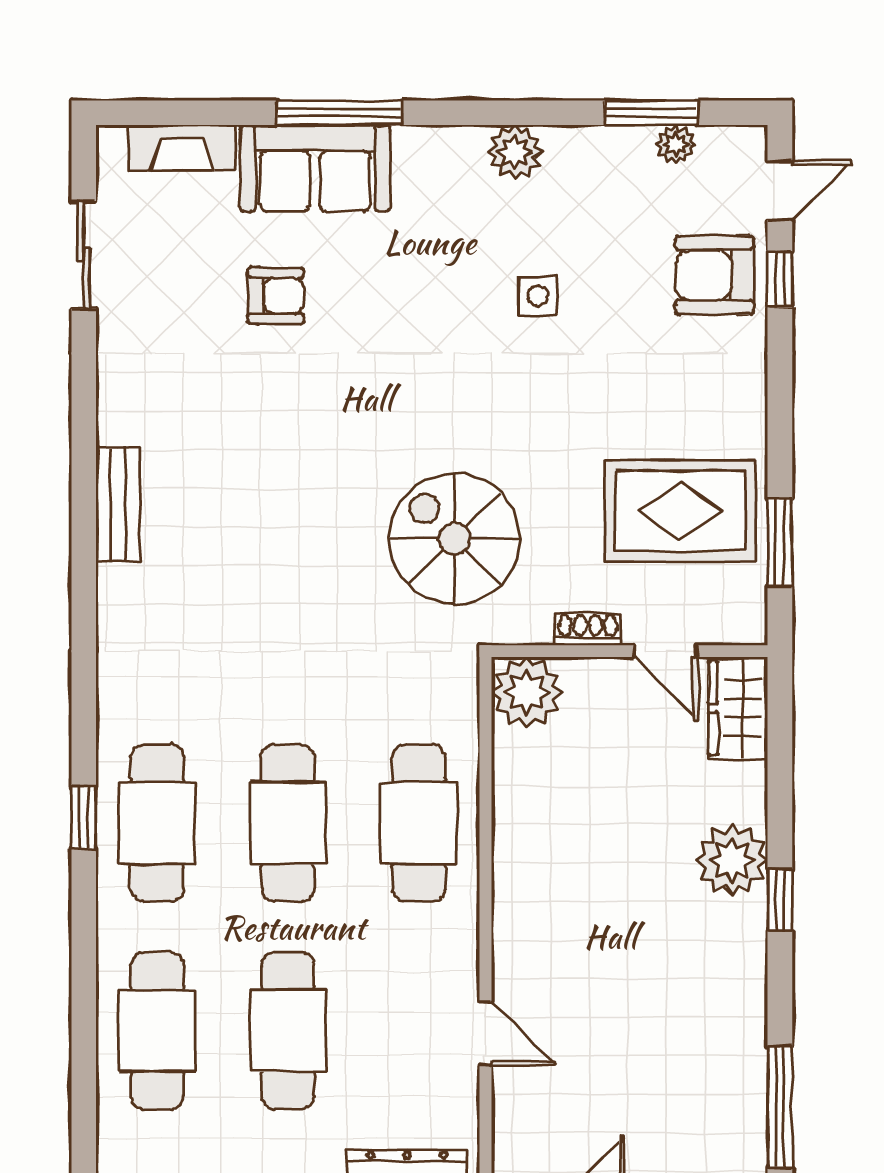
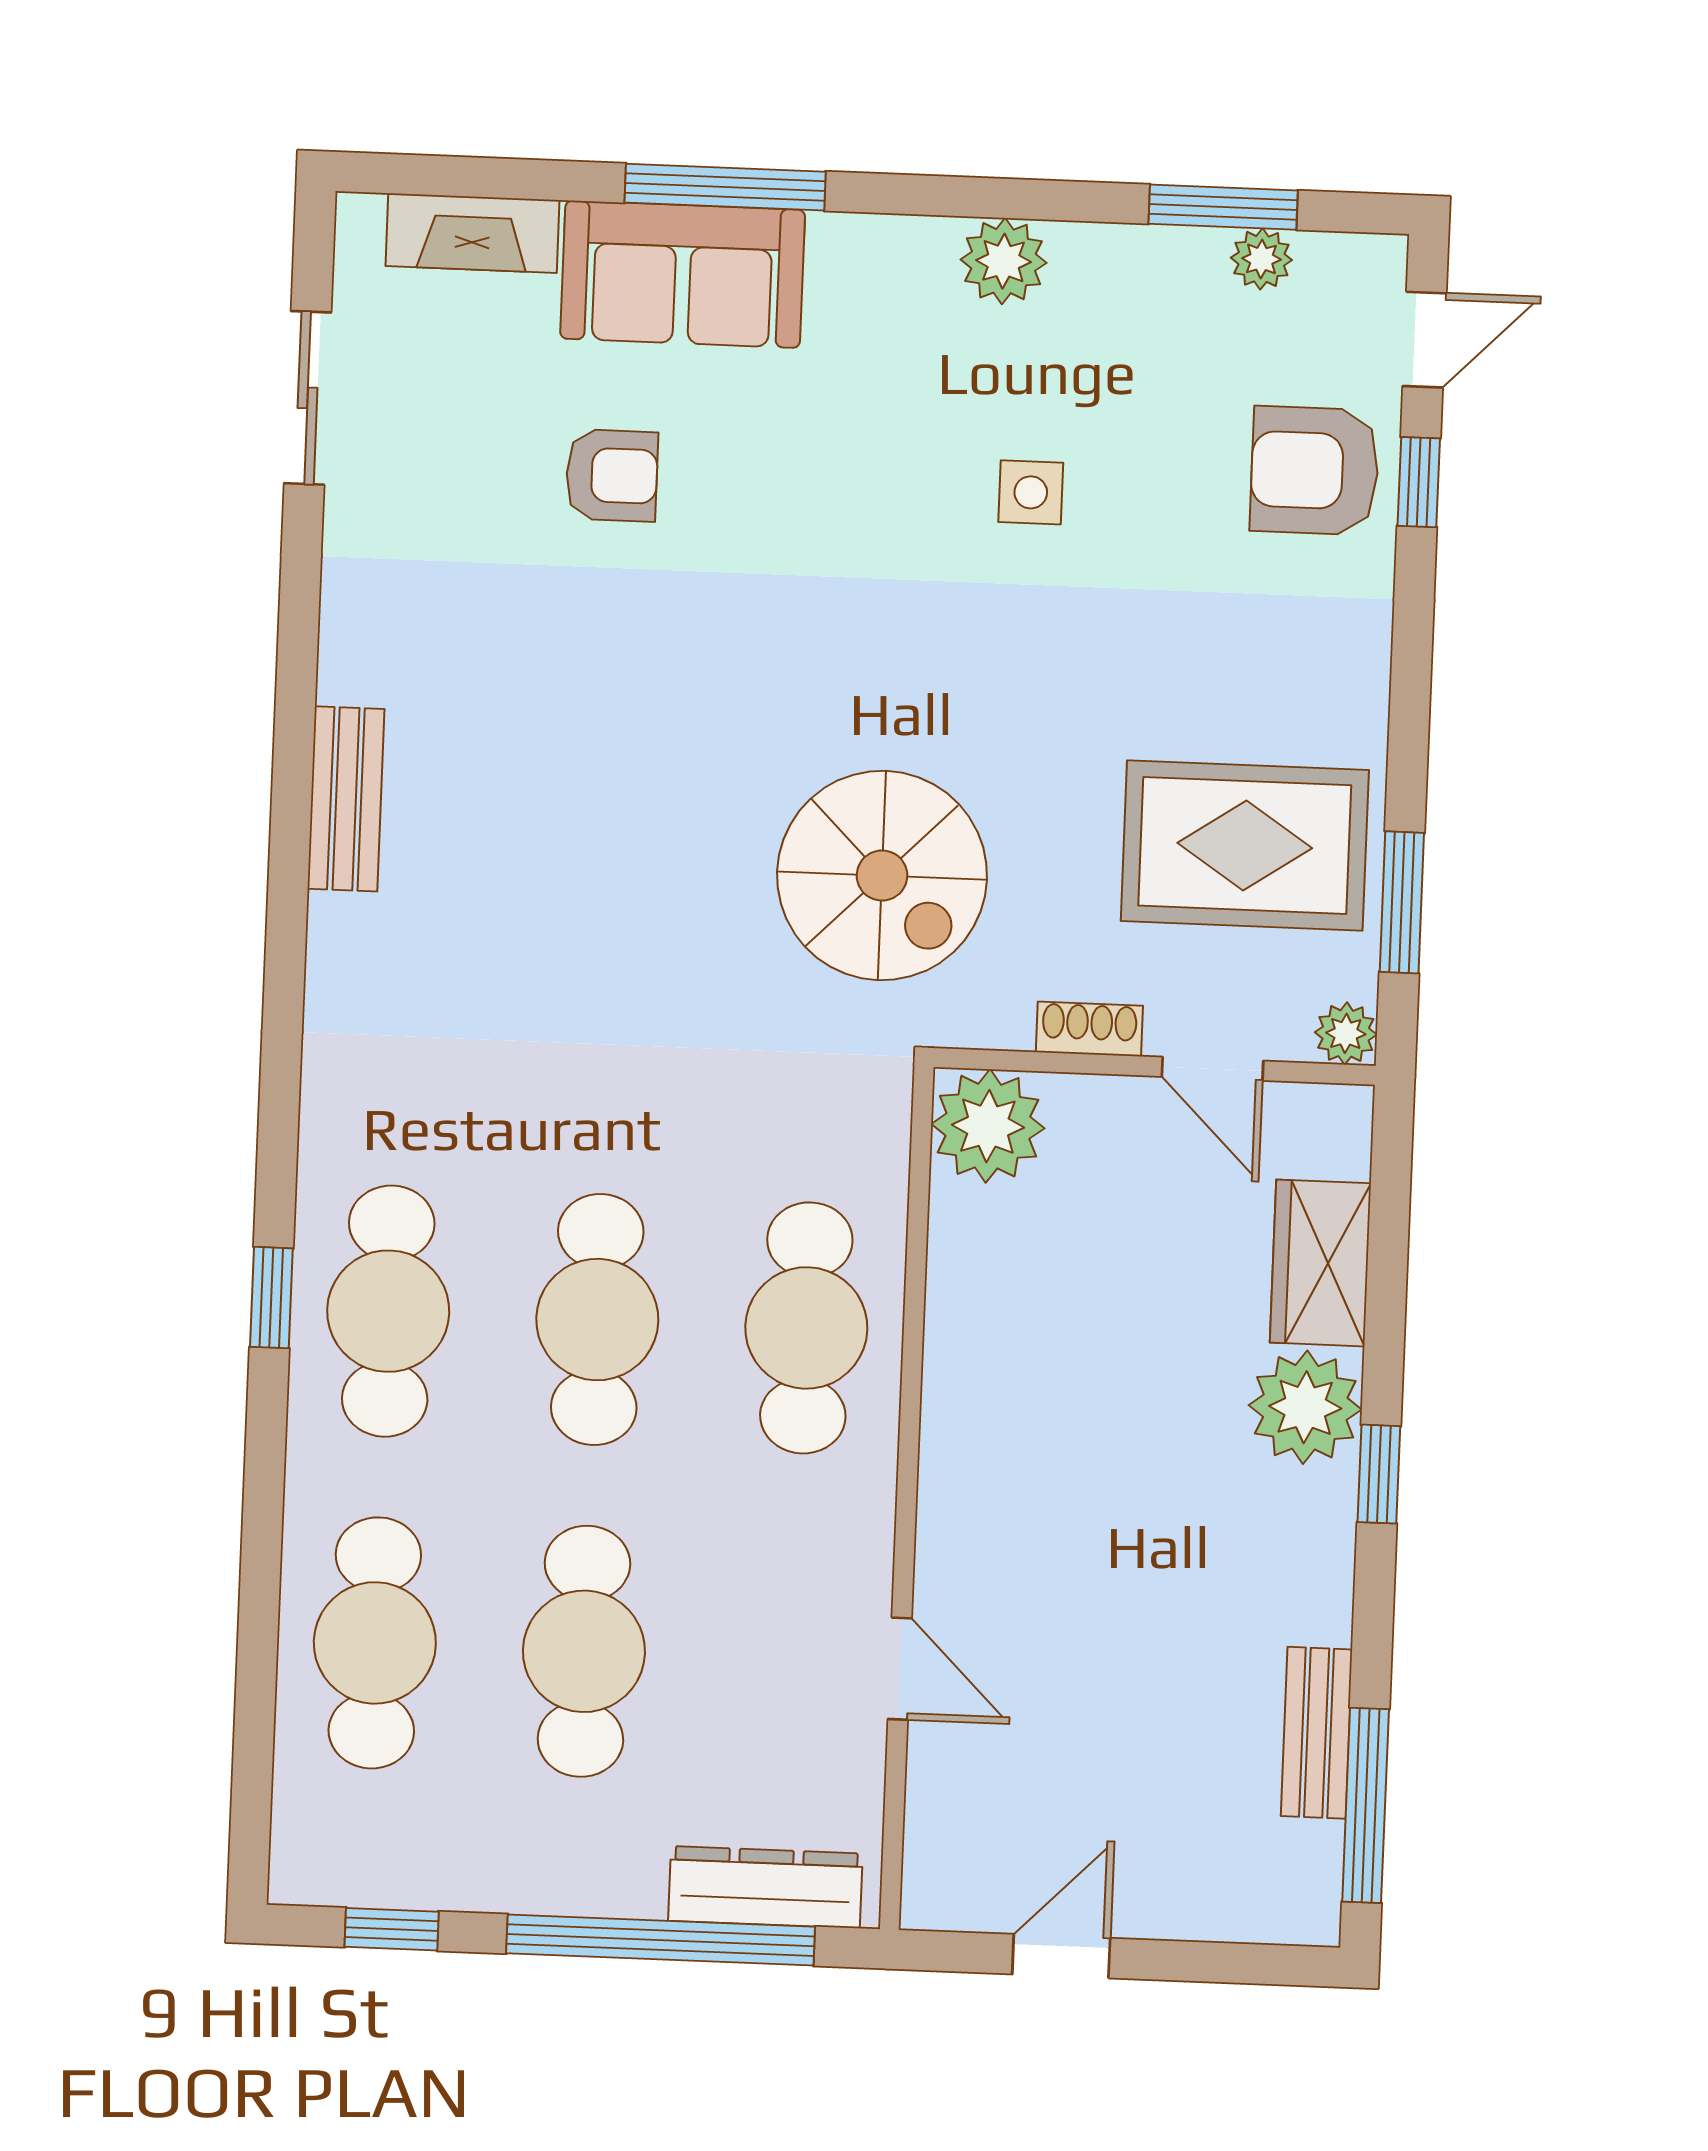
spiral stairs: (454, 539) -> (882, 876), turned 180
plant: (748, 626) -> (1346, 1033), added
wardrobe: (738, 708) -> (1320, 1263), moved
bench: (747, 1063) -> (1317, 1733), added

